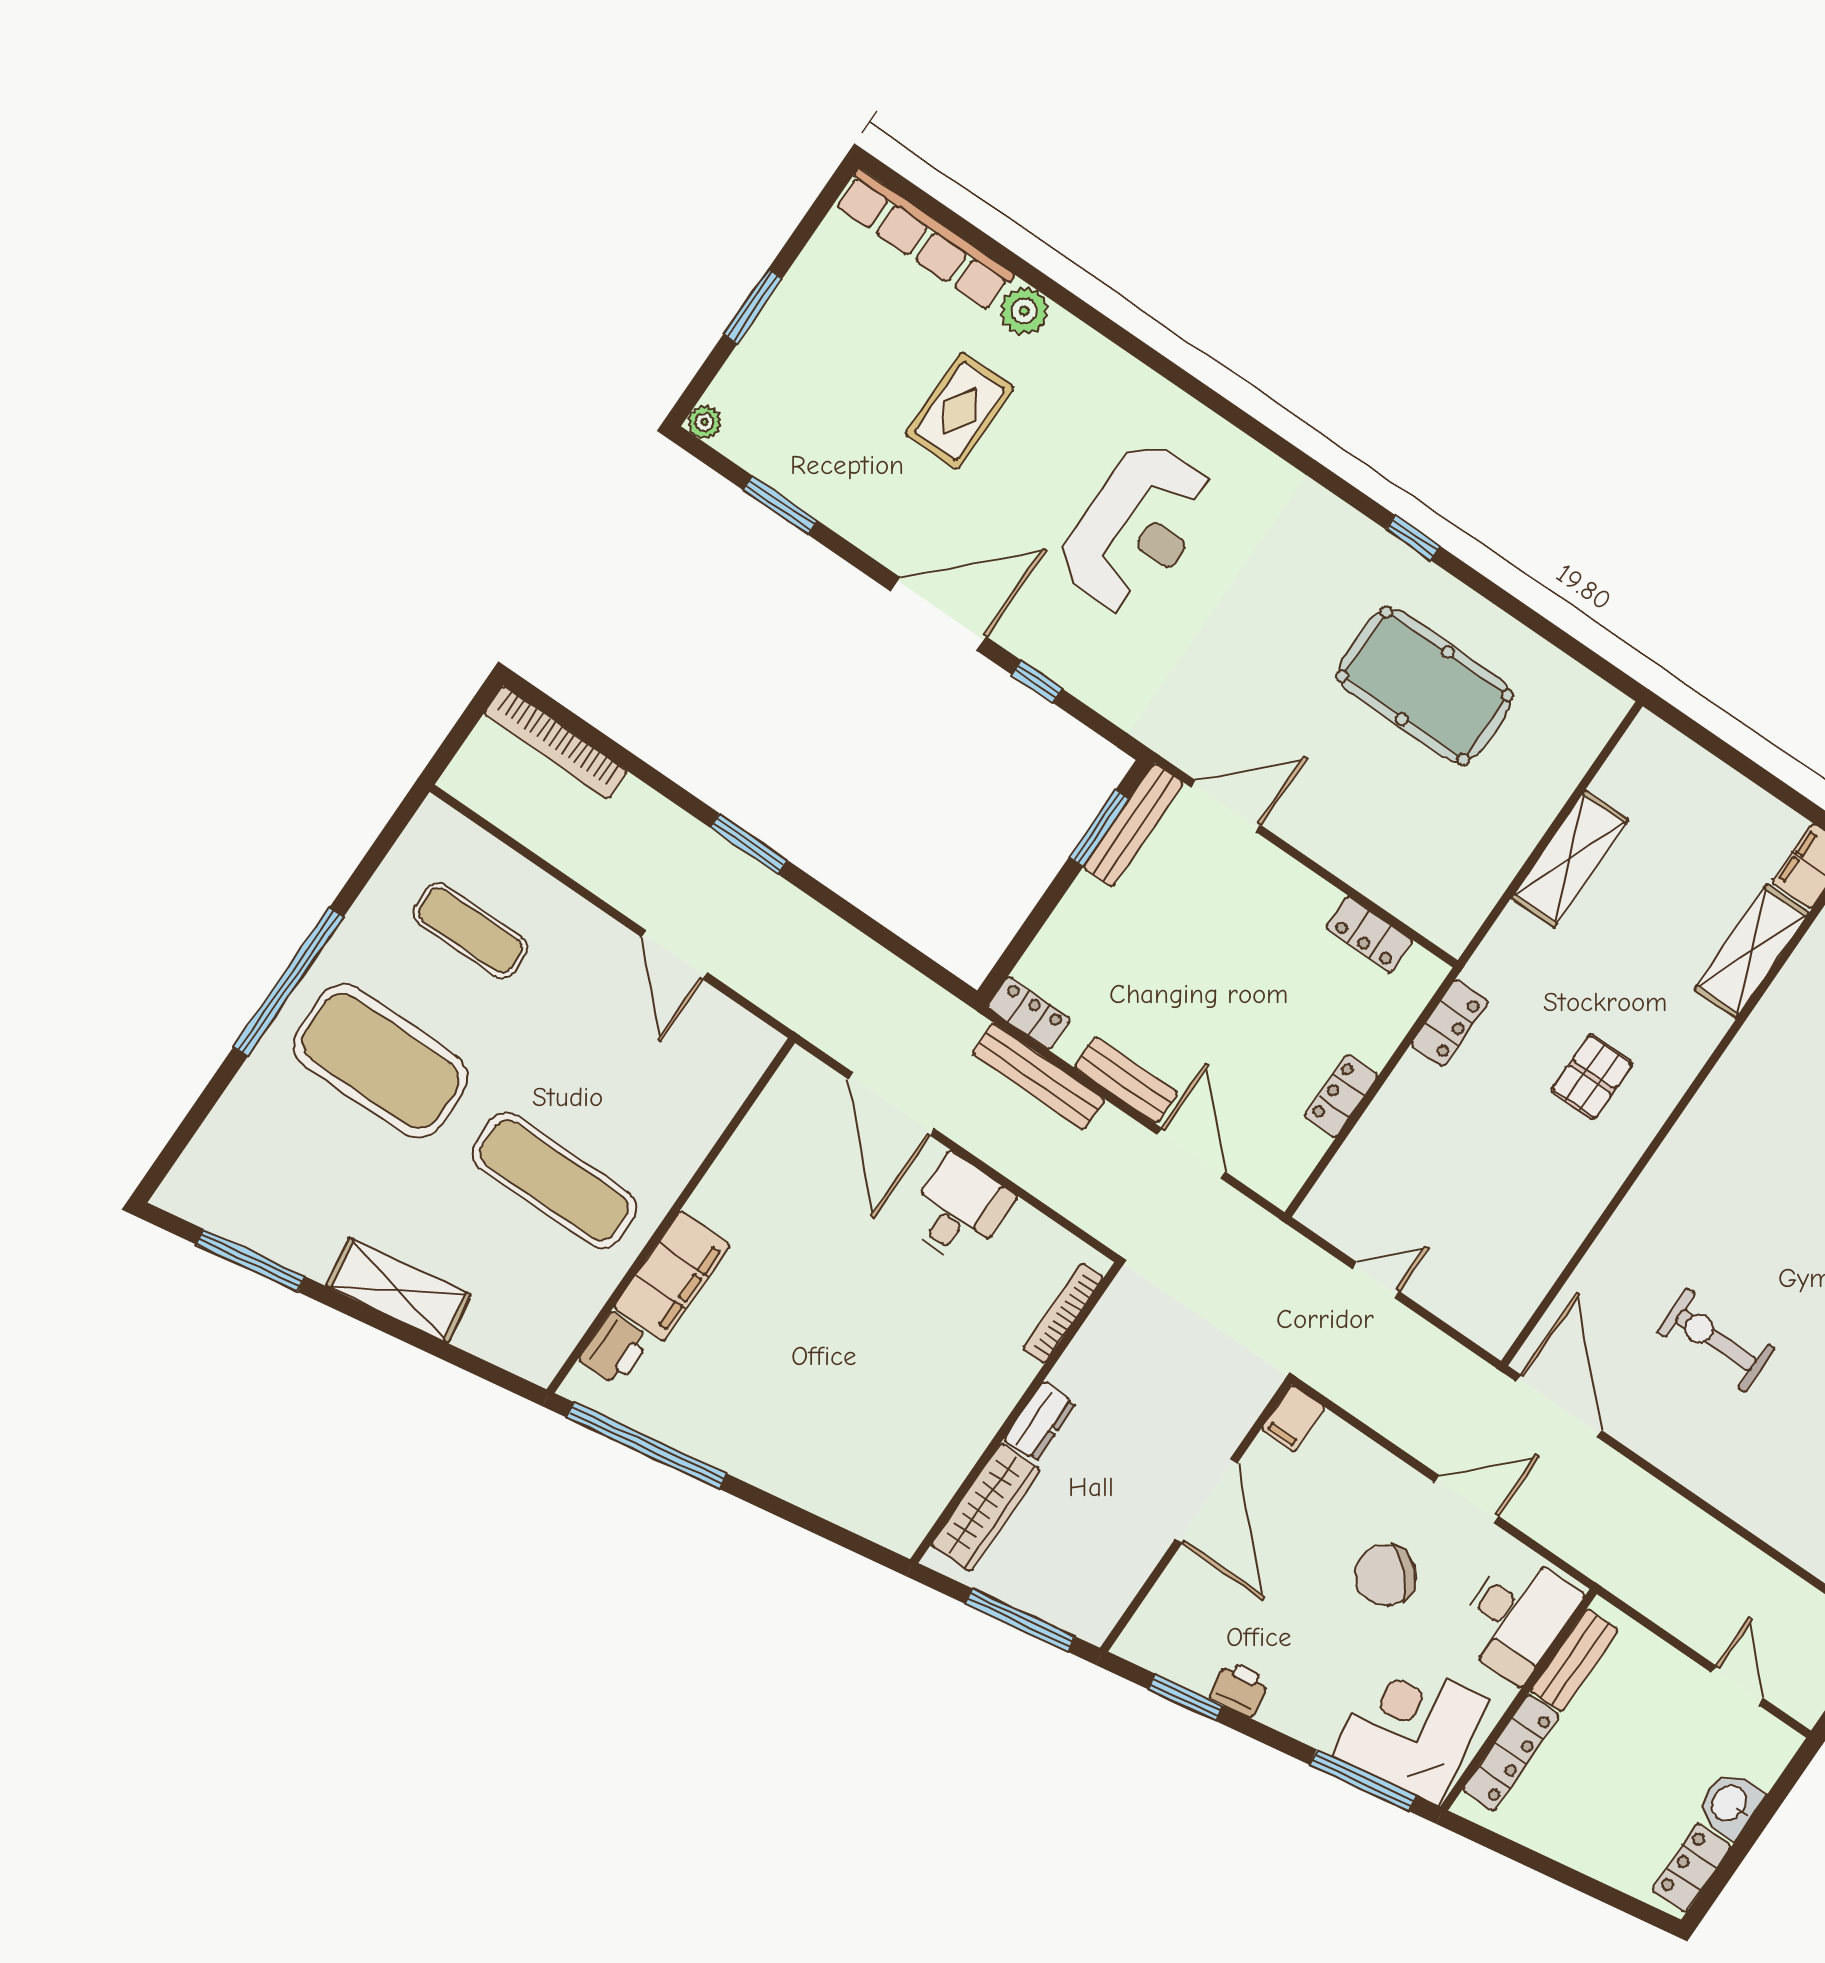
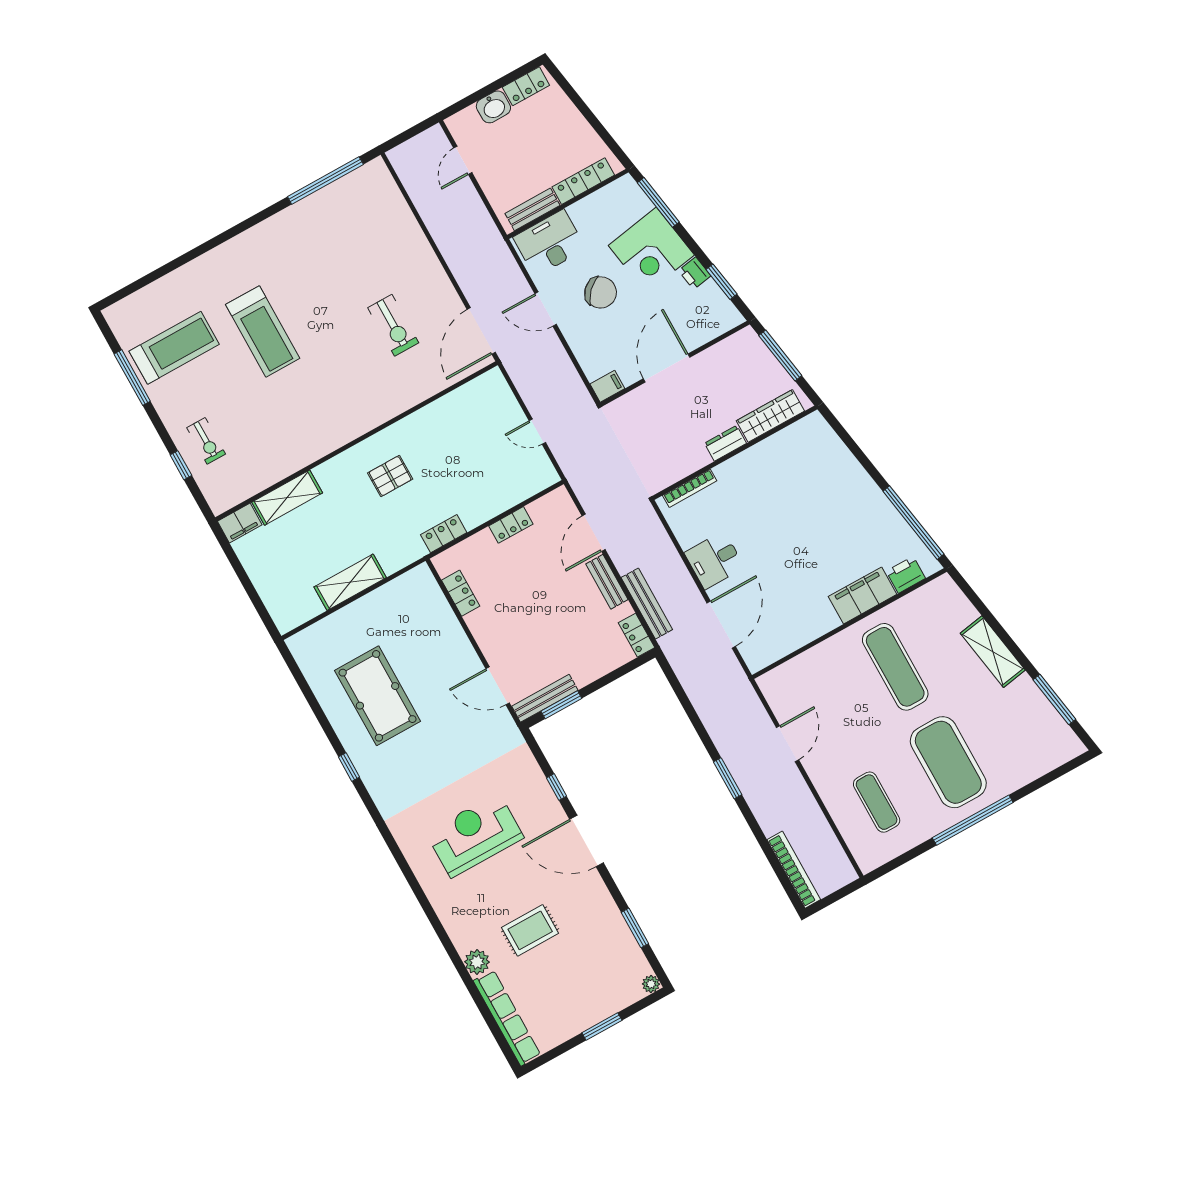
corner desk: (1411, 1728) -> (651, 250), moved

